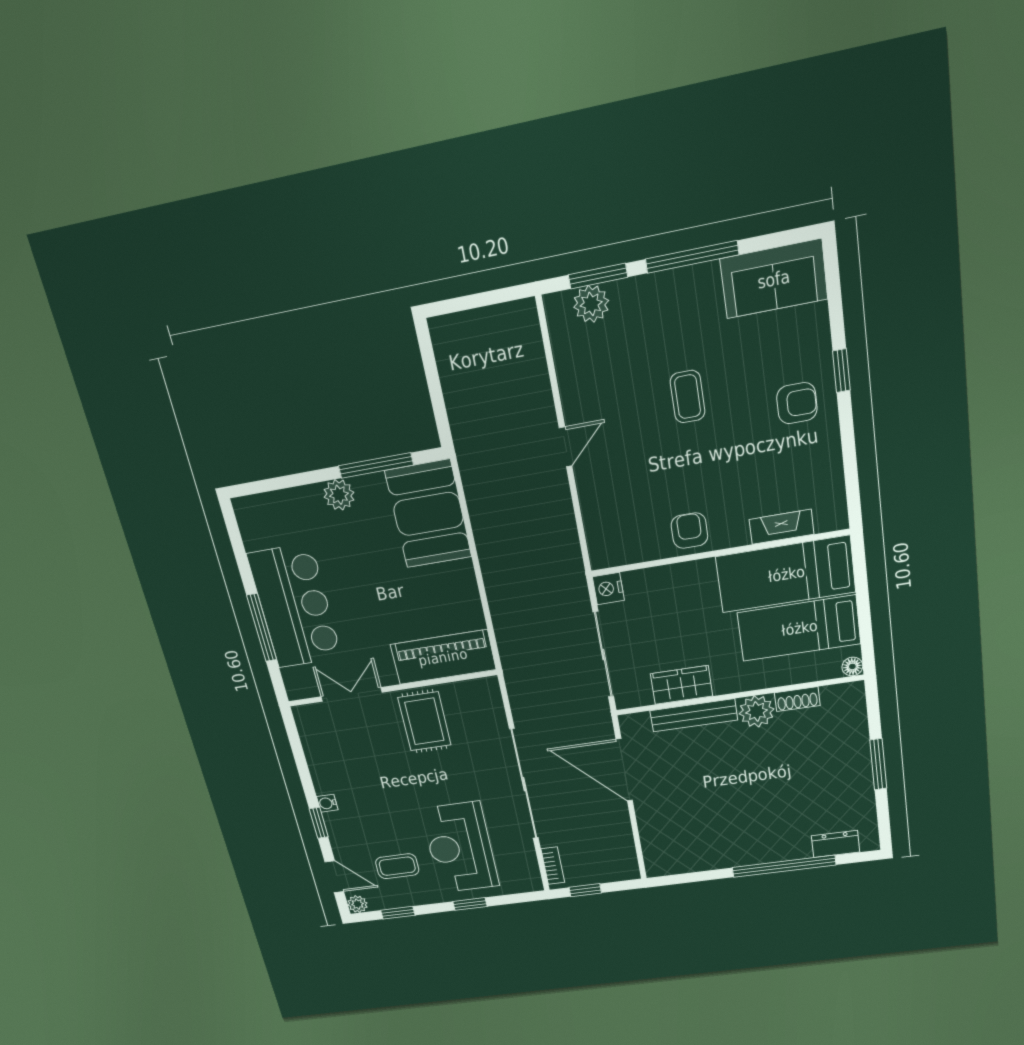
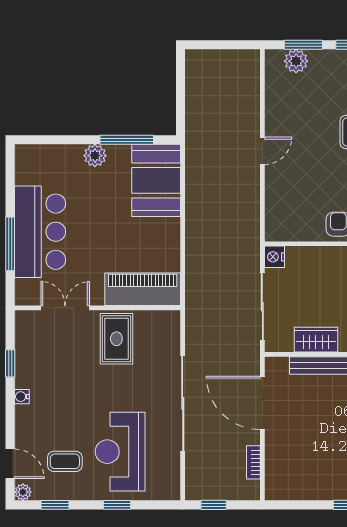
window: (319, 823) -> (10, 363), moved
bookcase: (553, 866) -> (253, 462), moved, turned 180

